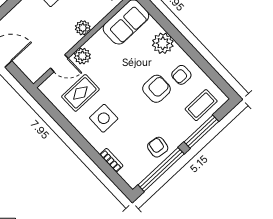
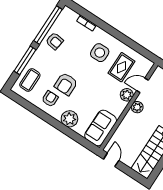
plant: (83, 28) -> (137, 107), moved

